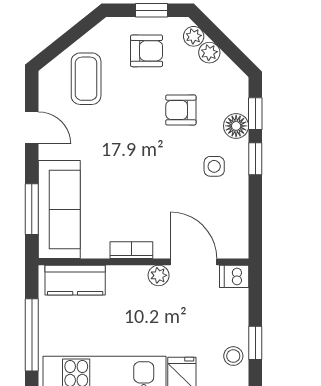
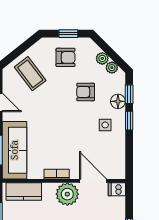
plant: (194, 36) -> (112, 68), moved
coffee table: (86, 79) -> (30, 74), turned -37
plant: (159, 275) -> (67, 194), width x1.88, depth x1.88

